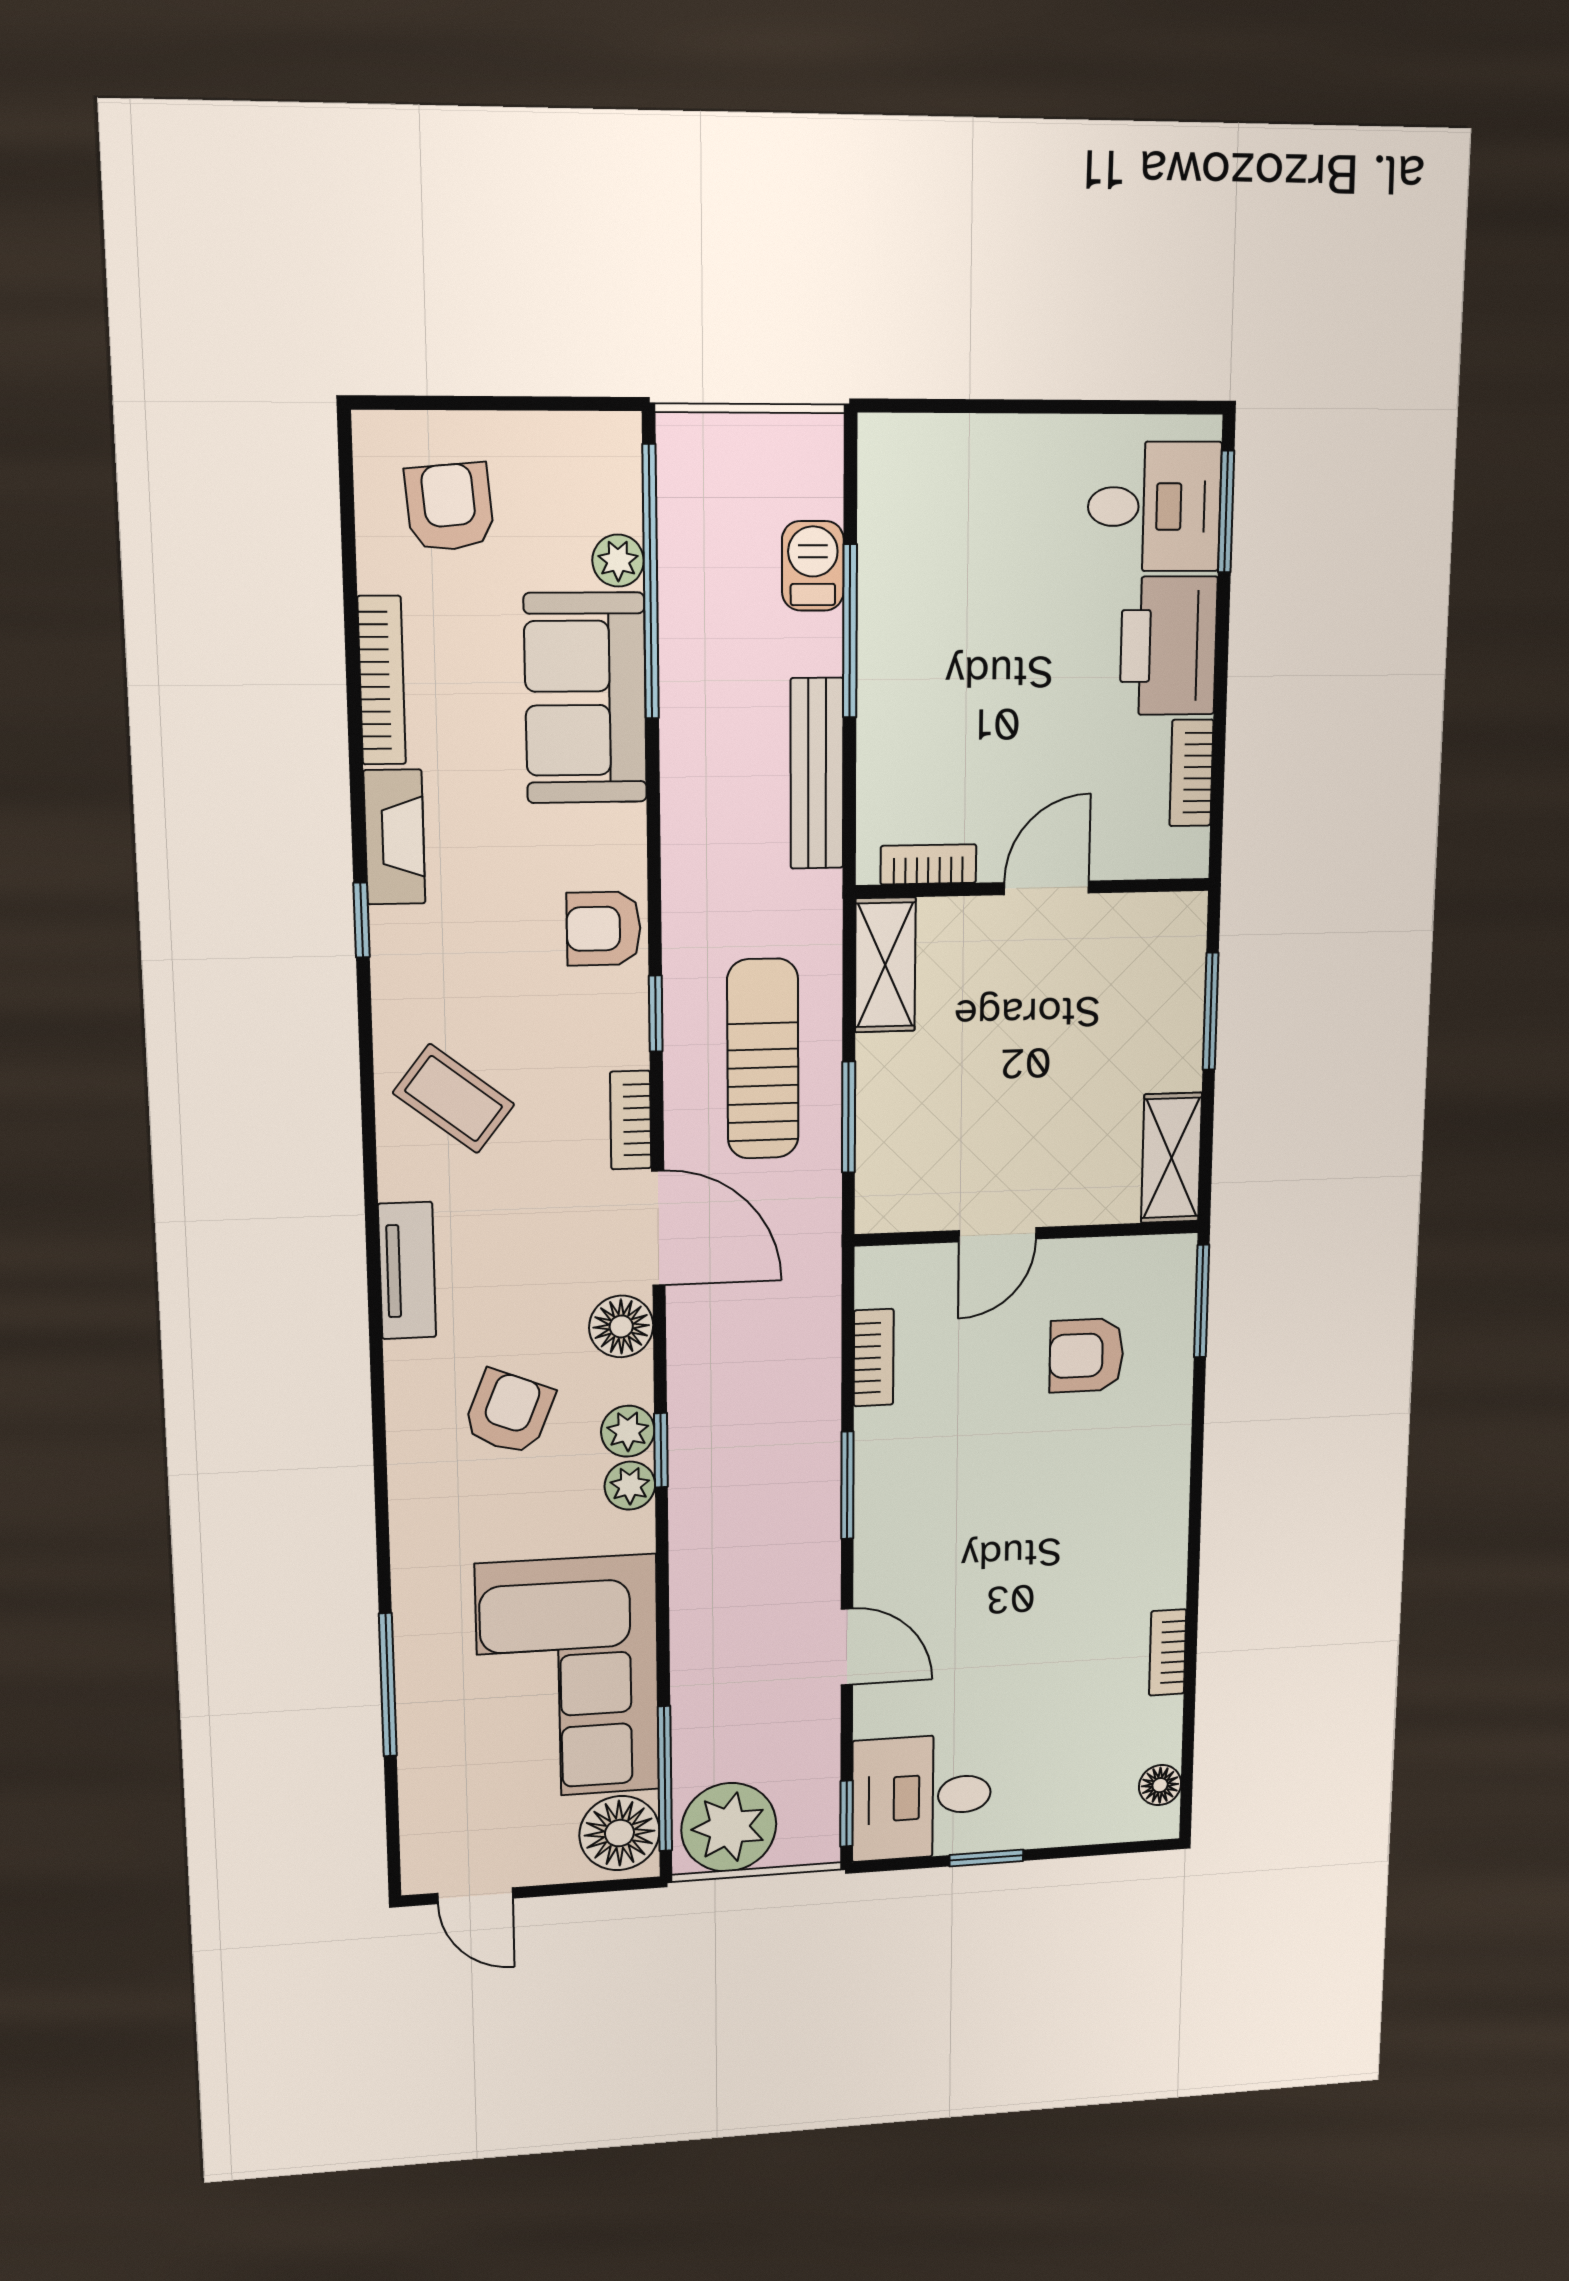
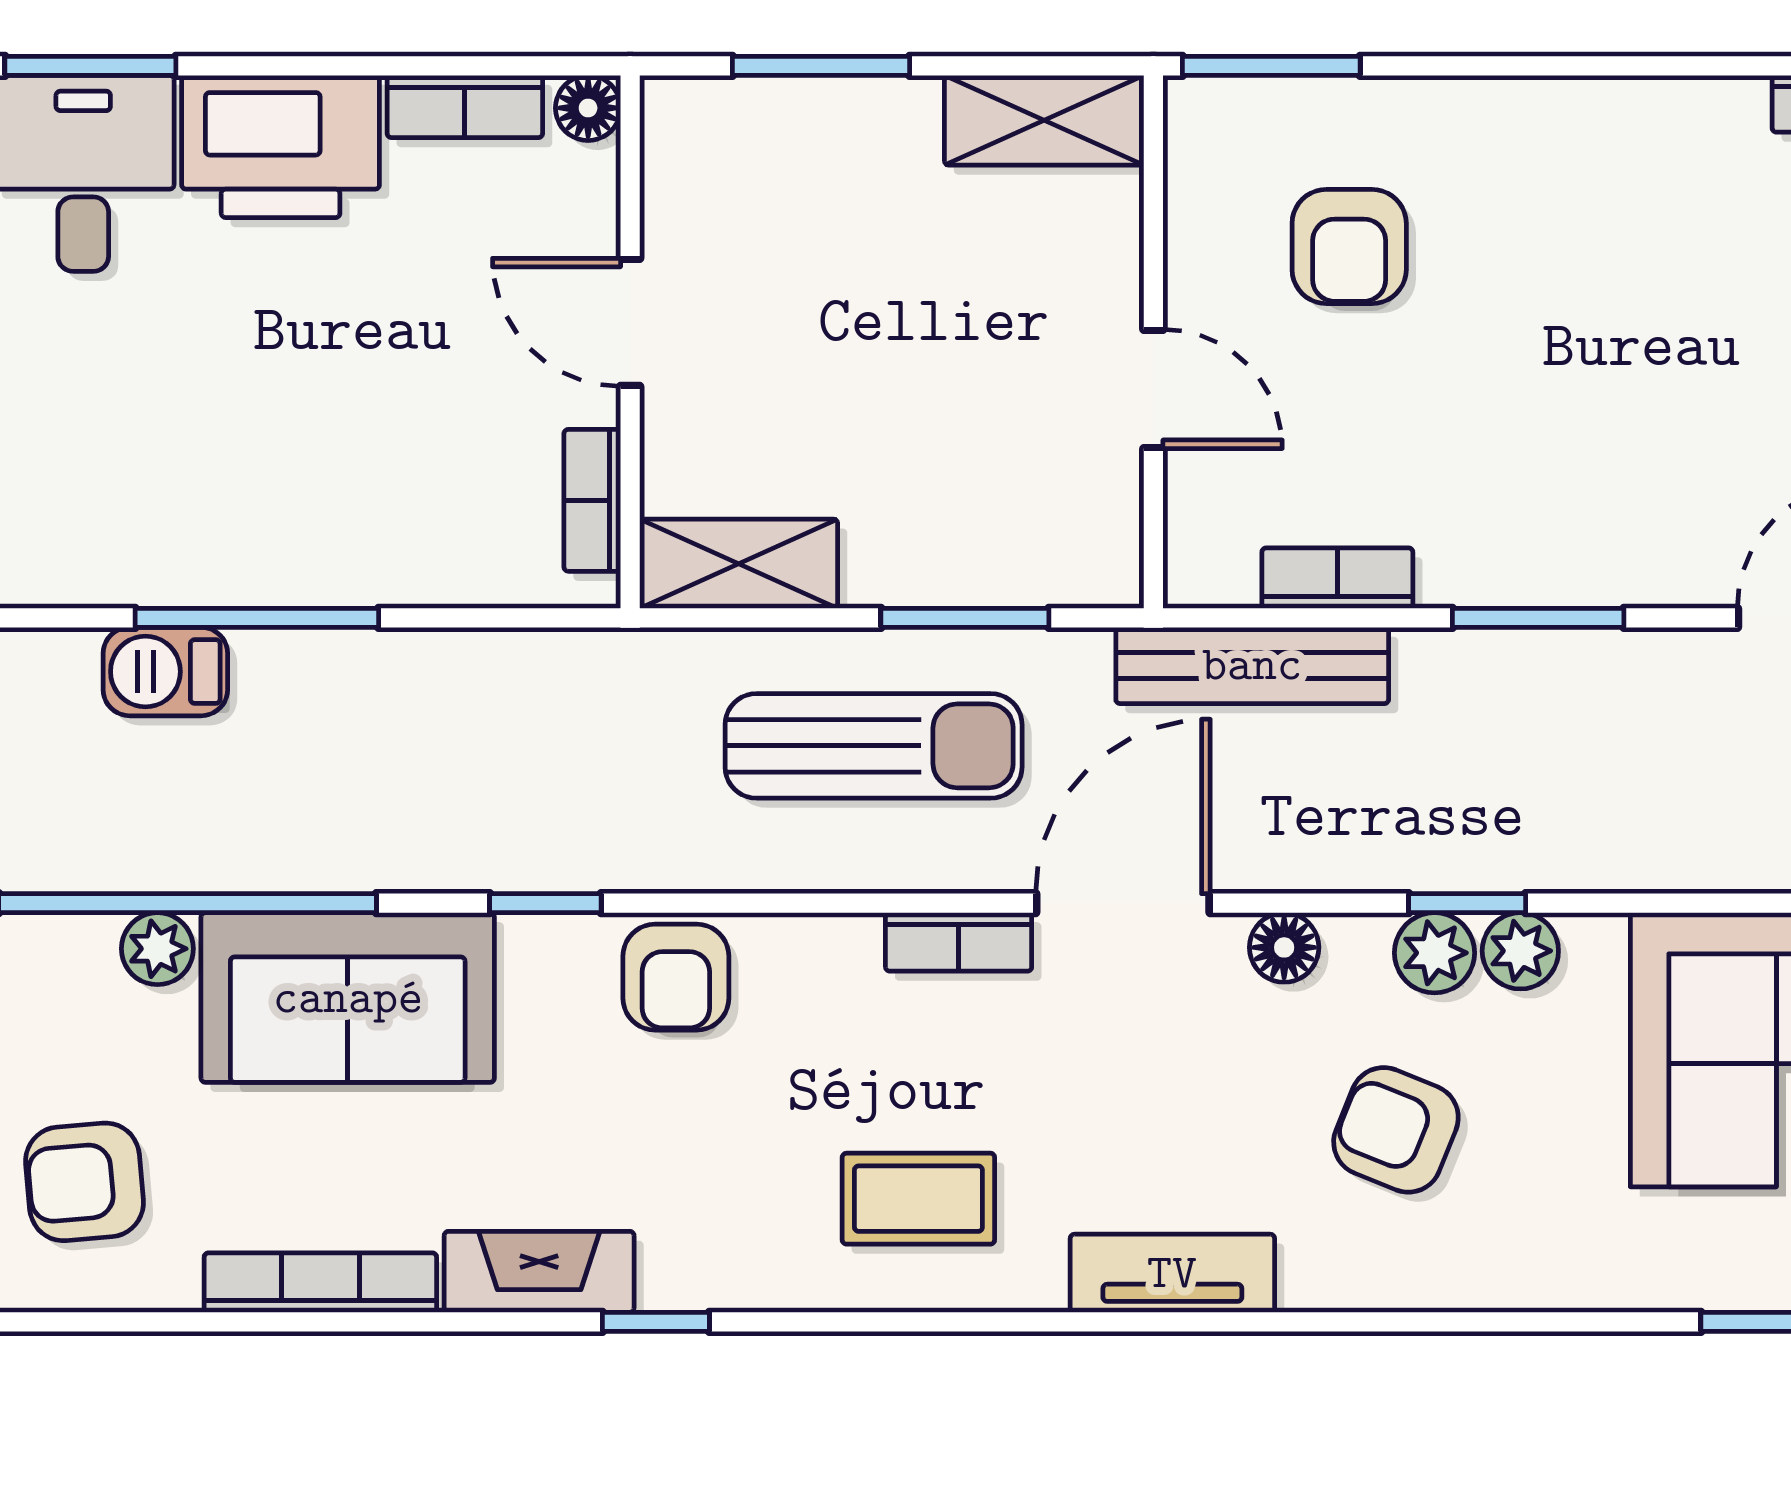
bench: (817, 774) -> (1252, 665), moved
floor lamp: (1188, 857) -> (588, 108), added
window: (656, 1014) -> (545, 903), moved
sun lounger: (763, 1059) -> (874, 746), turned 180
coffee table: (454, 1099) -> (918, 1199), turned 52
floor lamp: (621, 1326) -> (1284, 947), width x0.73, depth x0.73

